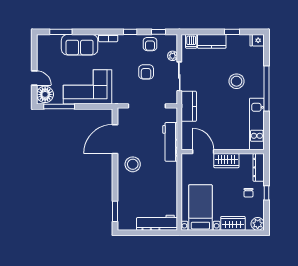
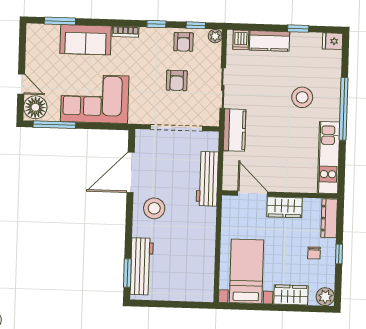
plant: (173, 56) -> (215, 36), moved
workbench: (157, 223) -> (142, 266), moved, turned 90

